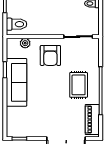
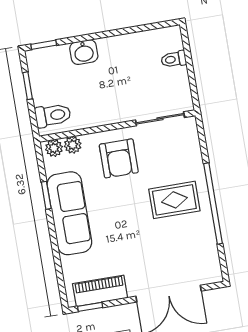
plant: (14, 43) -> (54, 148), added
rug: (79, 85) -> (174, 200), turned 90
piano: (92, 120) -> (100, 291), moved, turned 90

